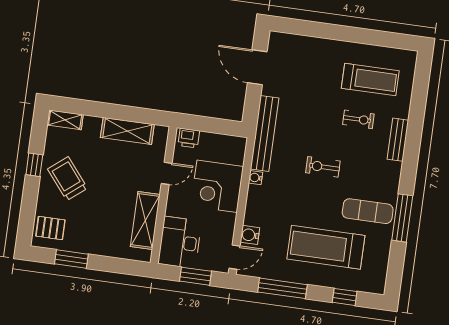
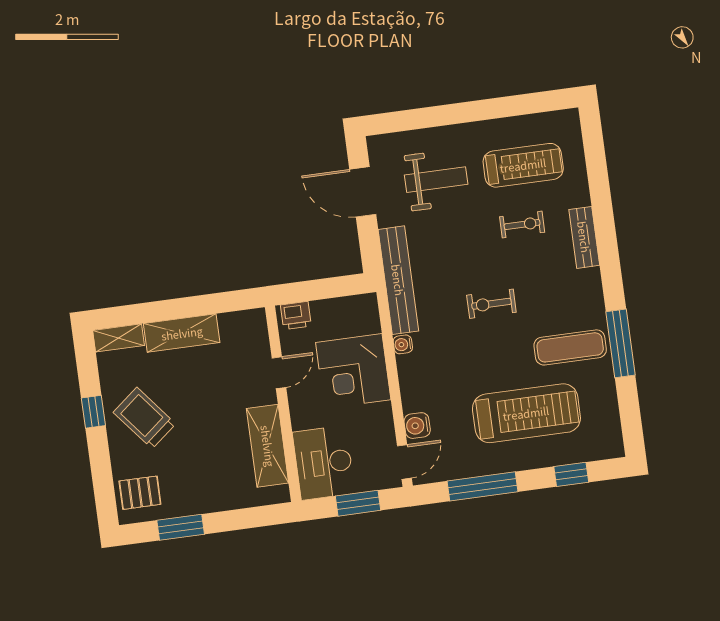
weight bench: (309, 73) -> (436, 180), added
shelving: (127, 131) -> (182, 333), moved
treadmill: (326, 247) -> (526, 413), turned 180

